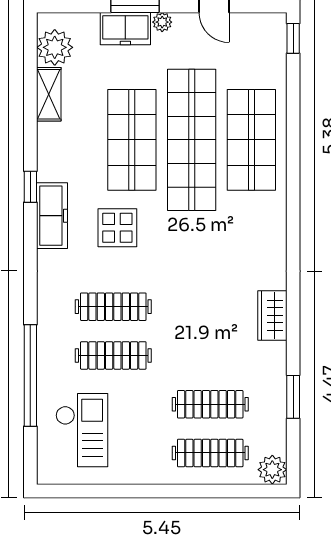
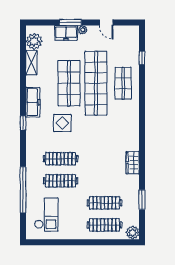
window: (293, 38) -> (142, 58), moved
shop shelf: (251, 140) -> (123, 83), width x0.70, depth x0.74
window: (30, 187) -> (23, 123), moved
freezer: (52, 216) -> (33, 102), moved

